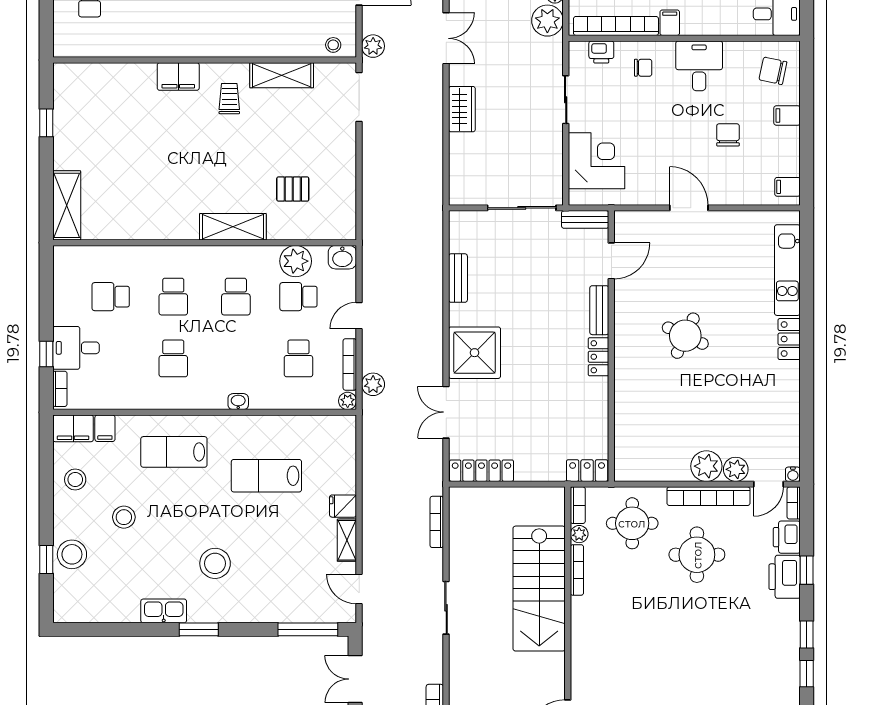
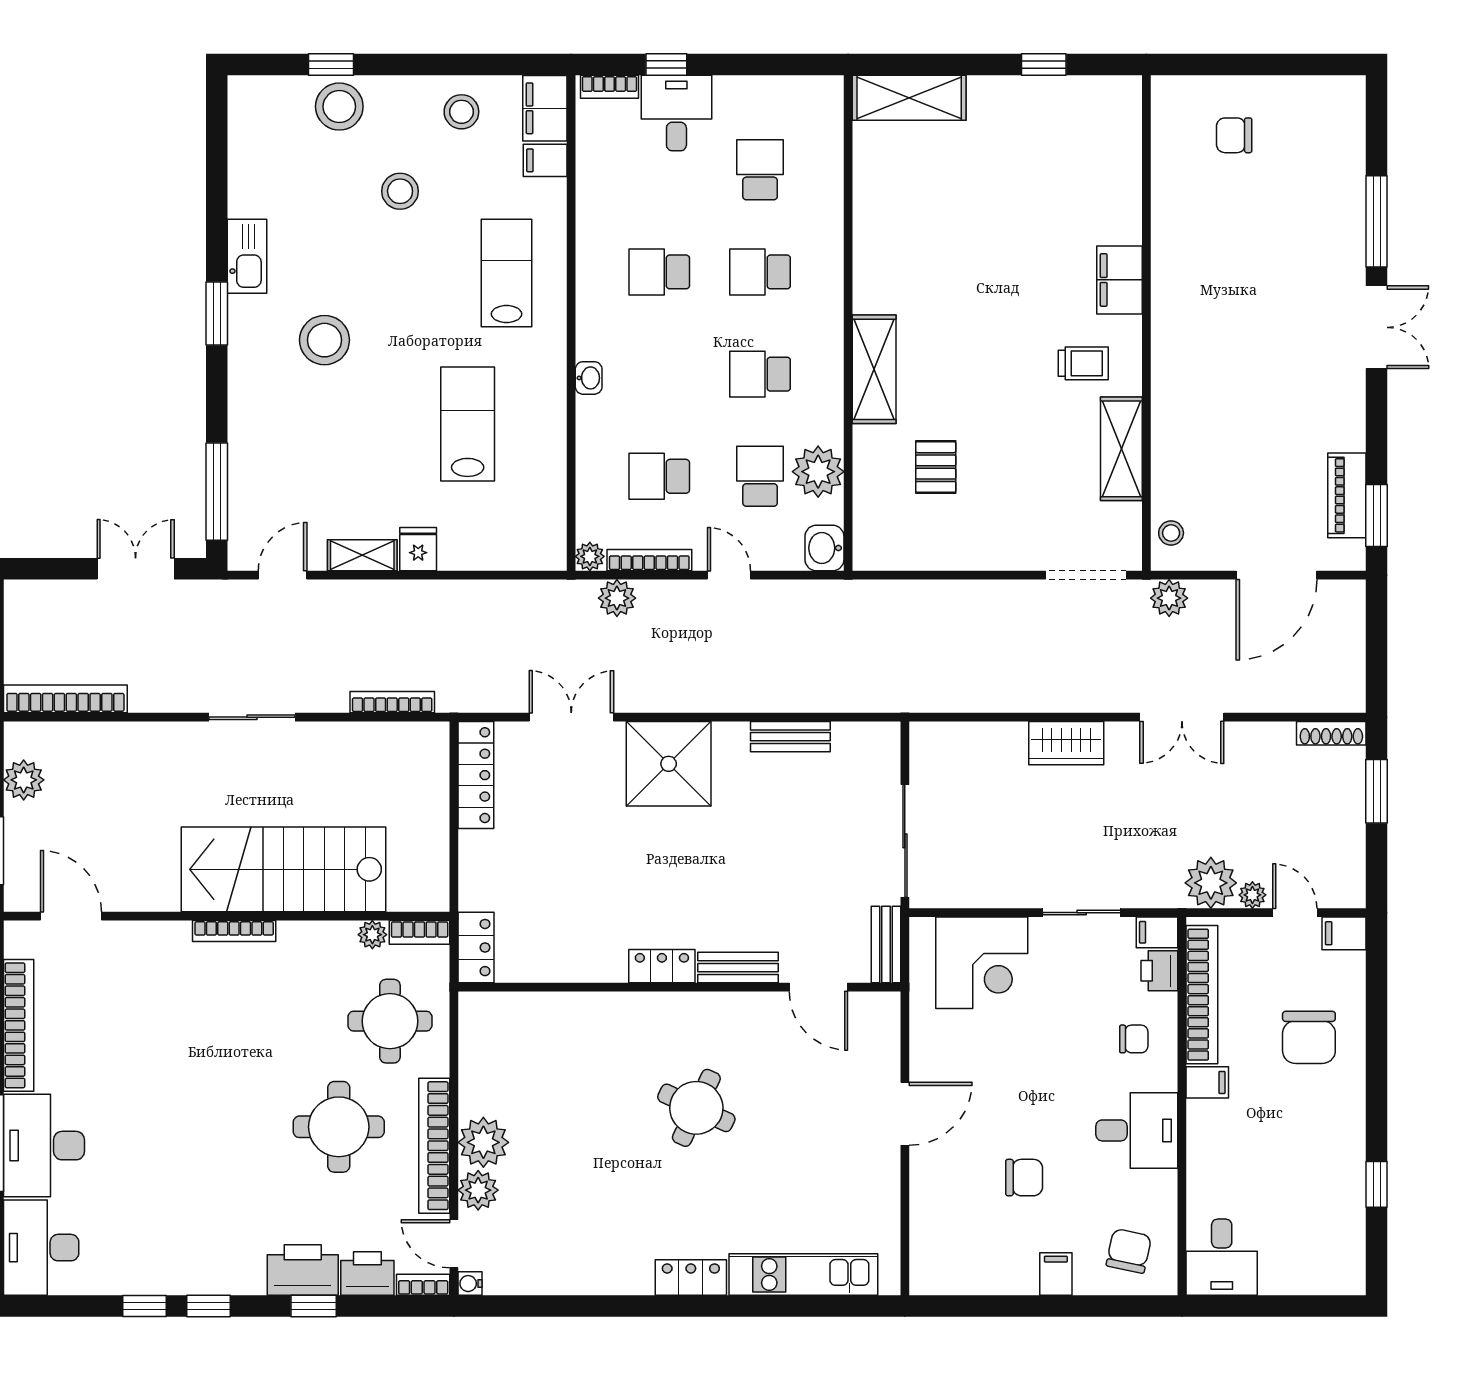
chair: (643, 68) -> (1134, 1039), turned -90
filing cabinet: (788, 187) -> (1157, 932), moved, turned -90
bookcase: (577, 570) -> (234, 931), moved

